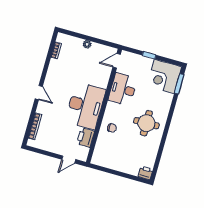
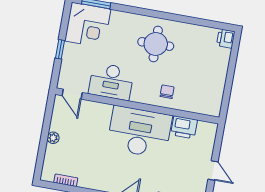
door: (69, 159) -> (213, 170), moved

